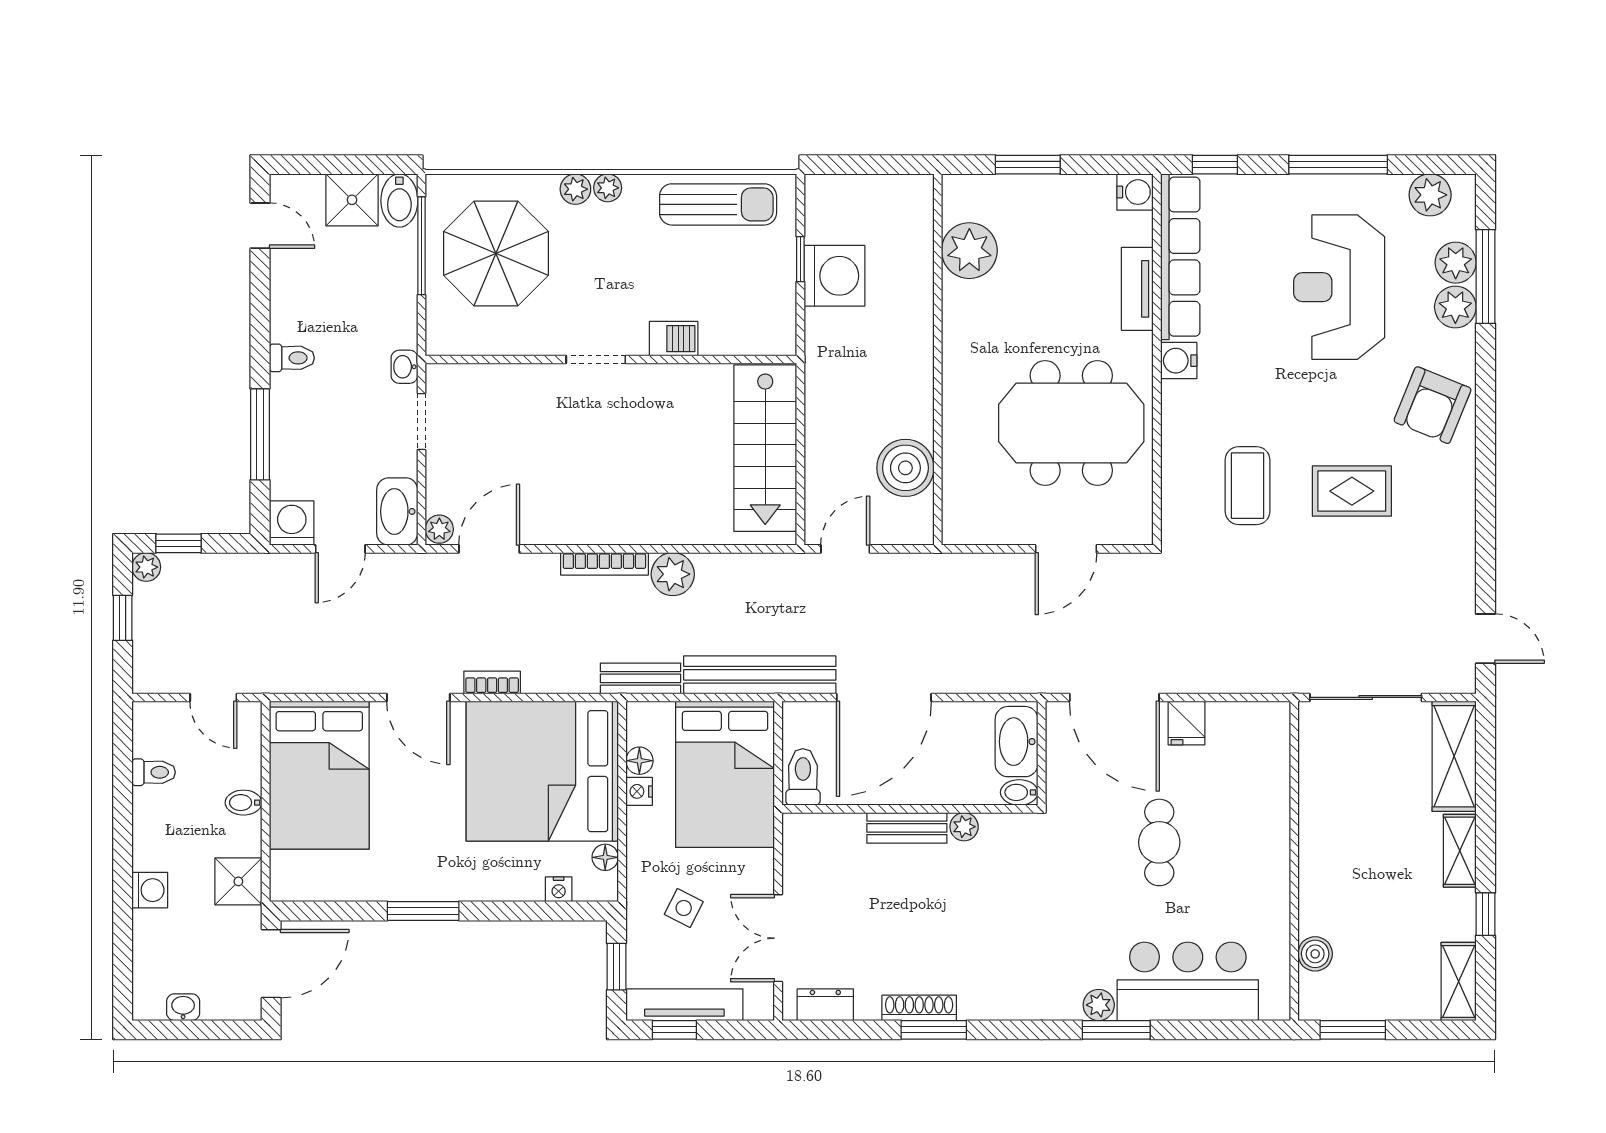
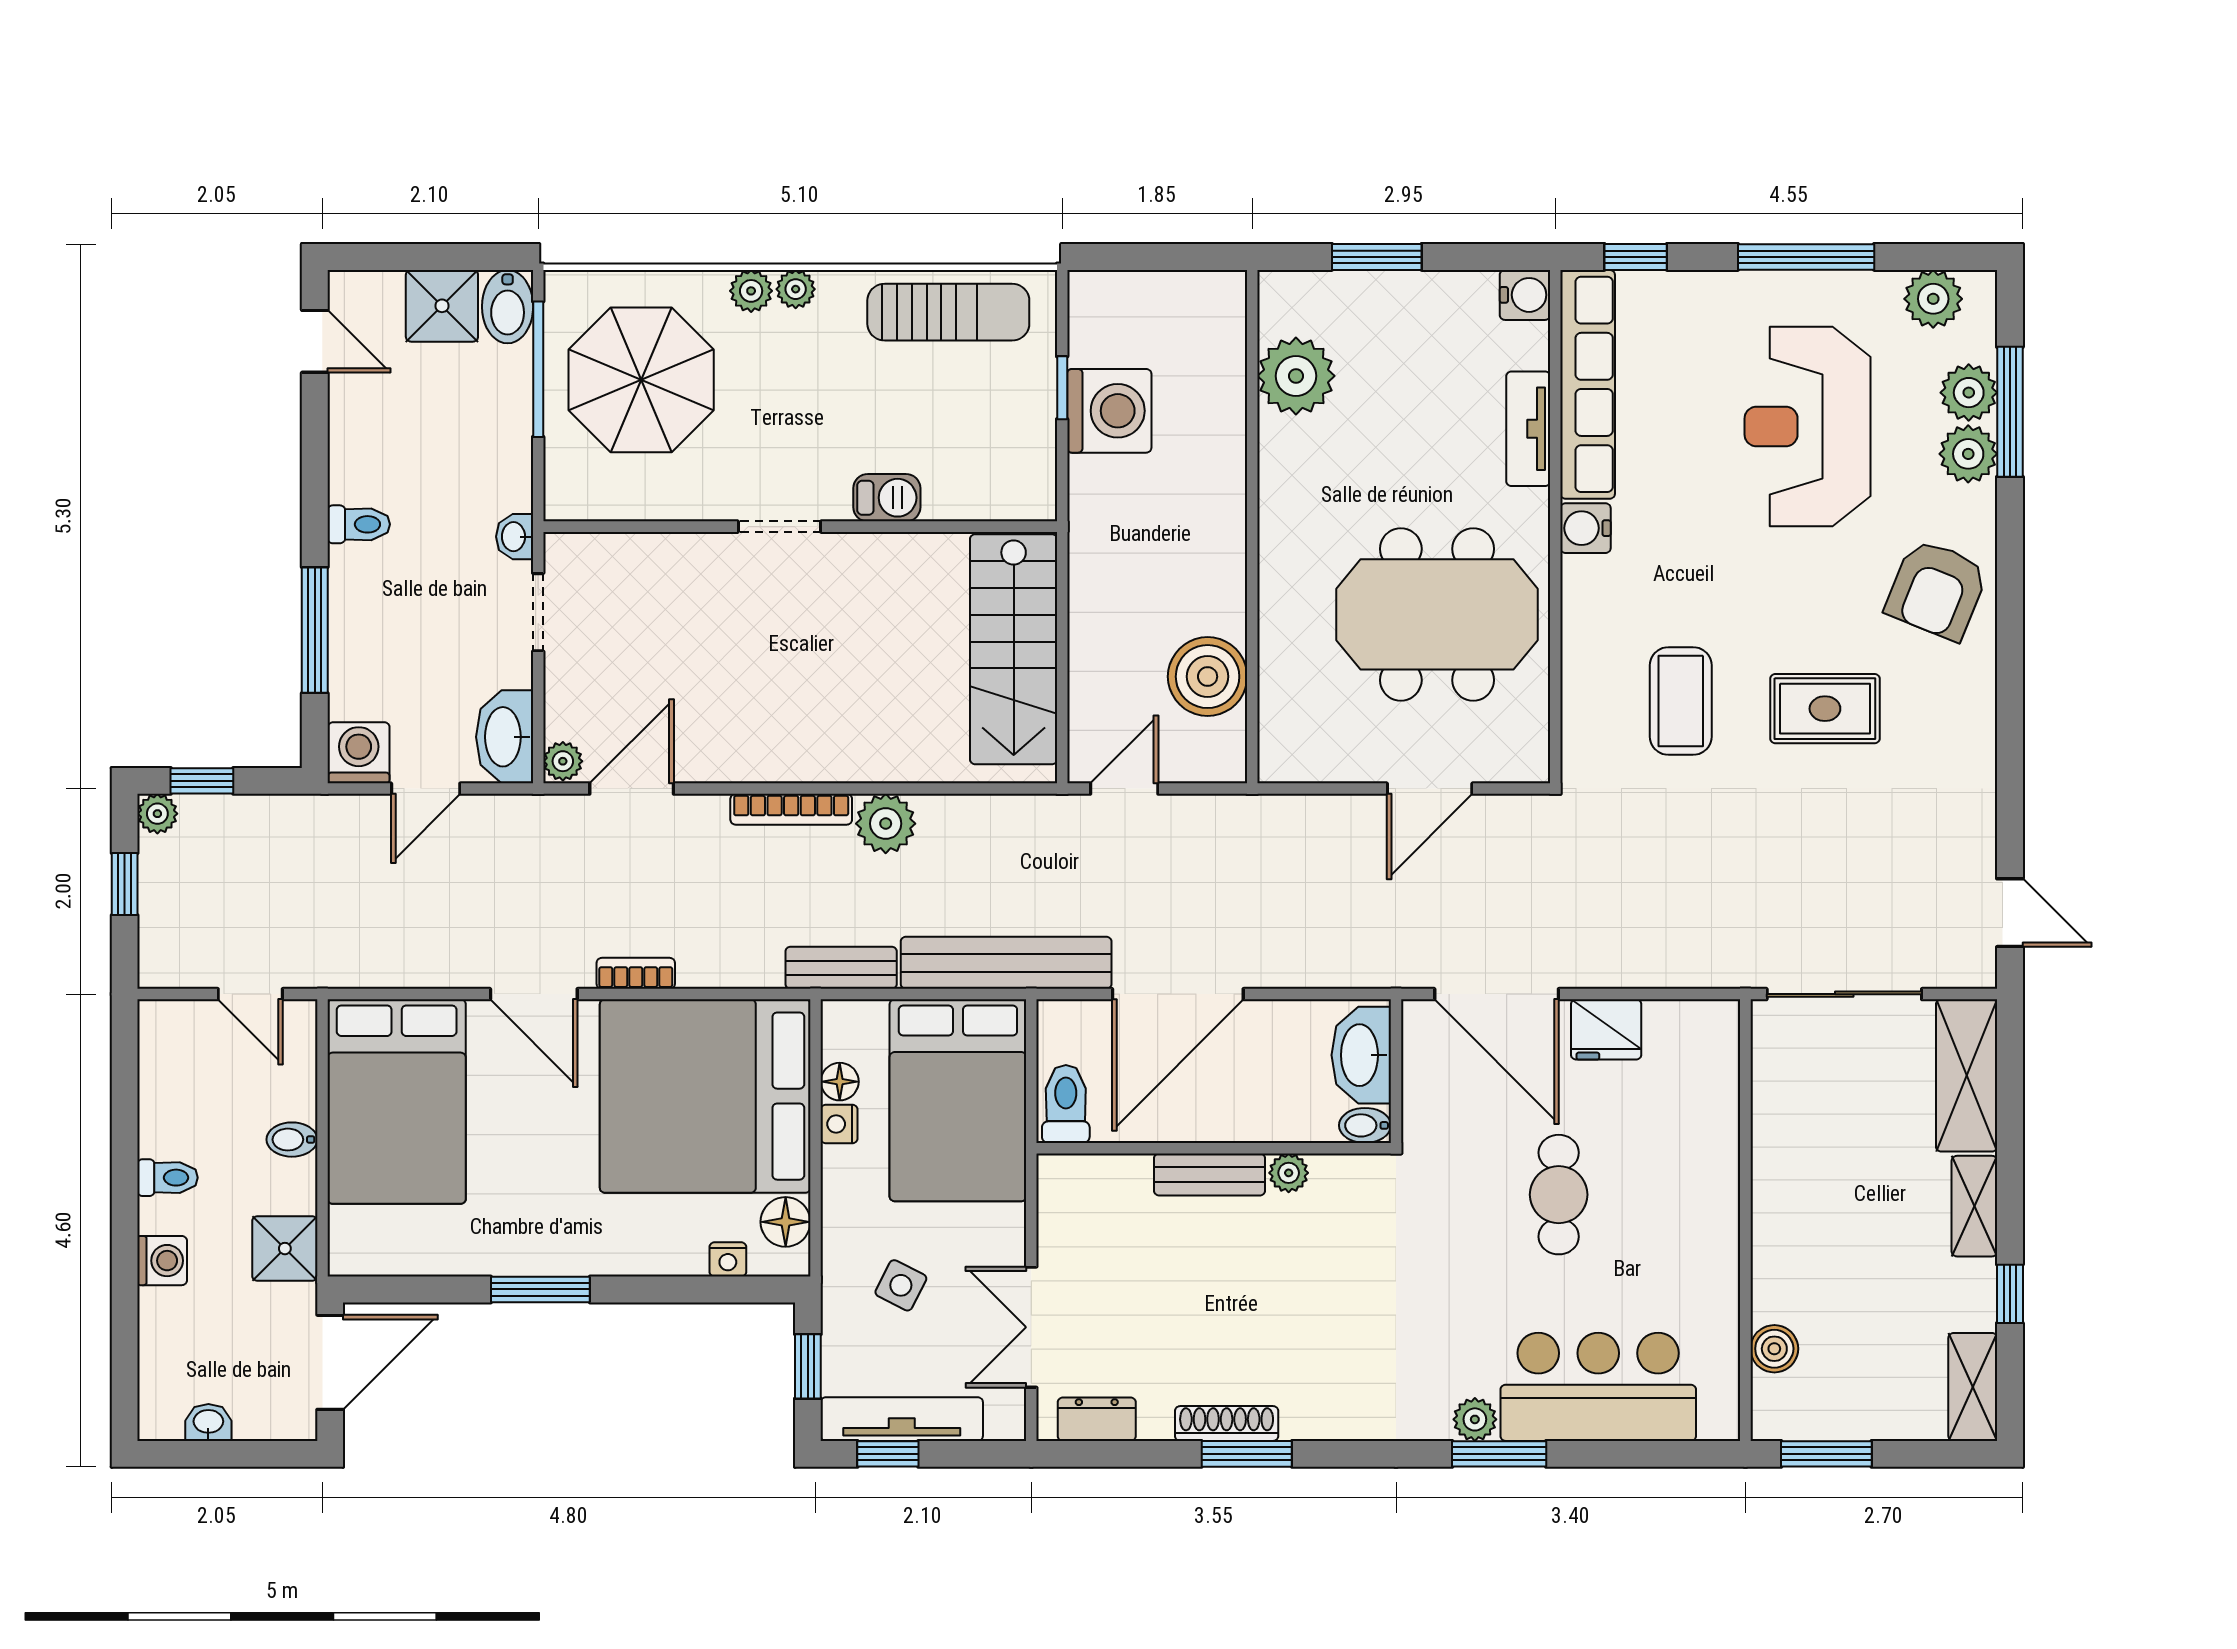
fridge: (1187, 723) -> (1606, 1029), width x1.38
toilet: (154, 772) -> (168, 1178), moved
floor lamp: (605, 857) -> (786, 1222), width x1.37, depth x1.37

